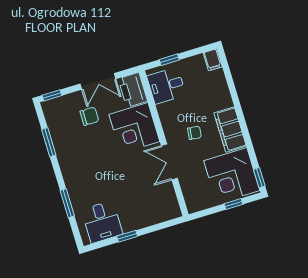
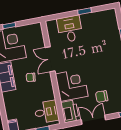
double door: (169, 162) -> (50, 59), swing flipped
desk: (102, 222) -> (70, 29), moved

